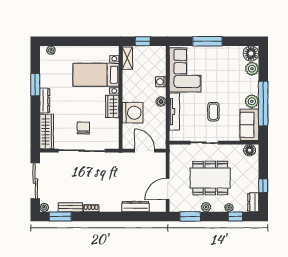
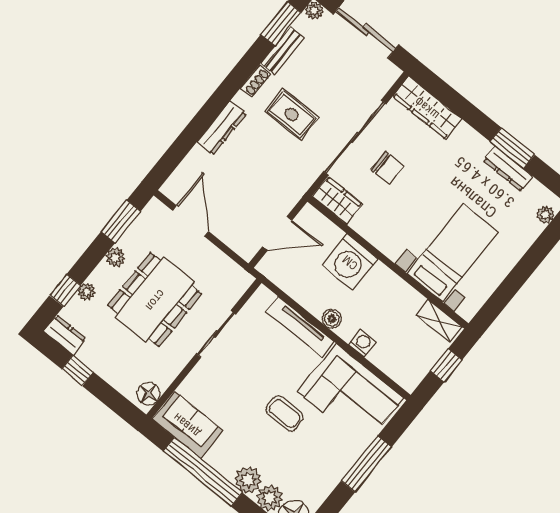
dresser: (45, 101) -> (508, 169), moved
plant: (252, 101) -> (248, 480), moved
wardrobe: (112, 106) -> (337, 200), moved
coffee table: (213, 112) -> (285, 413), moved
rug: (93, 183) -> (292, 114), added
dresser: (136, 207) -> (222, 128), moved

